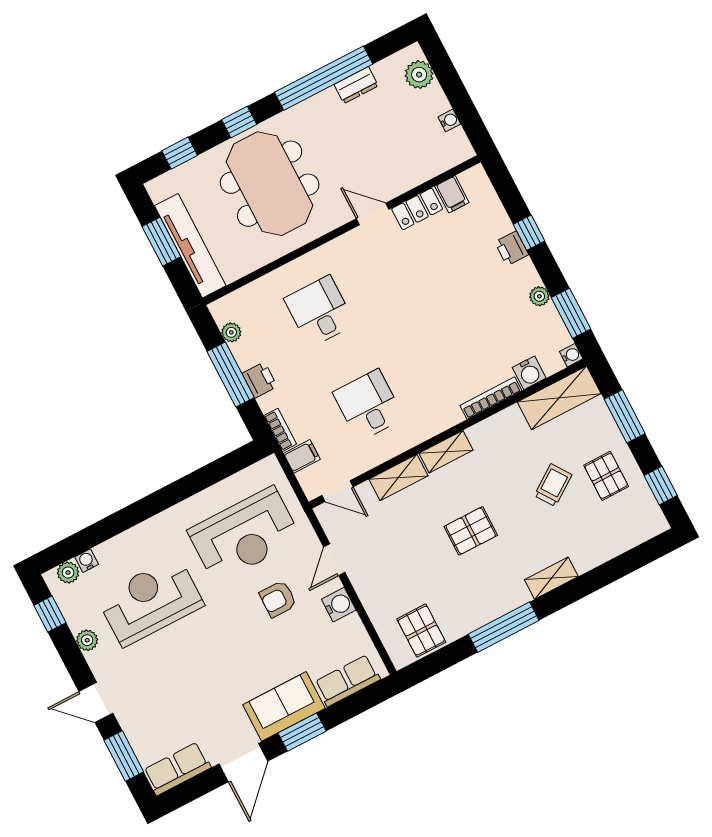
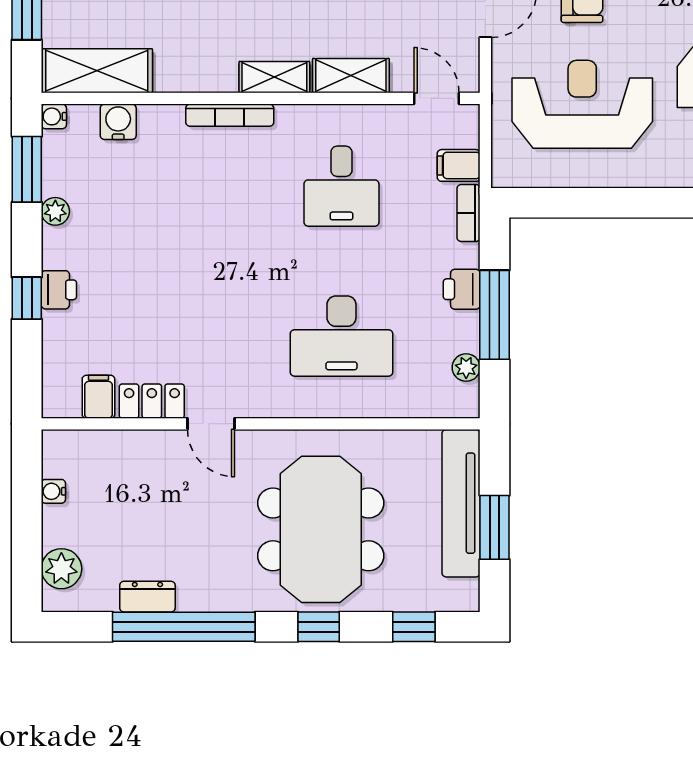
desk: (320, 311) -> (341, 336), width x1.37
bookcase: (491, 398) -> (230, 115), moved

